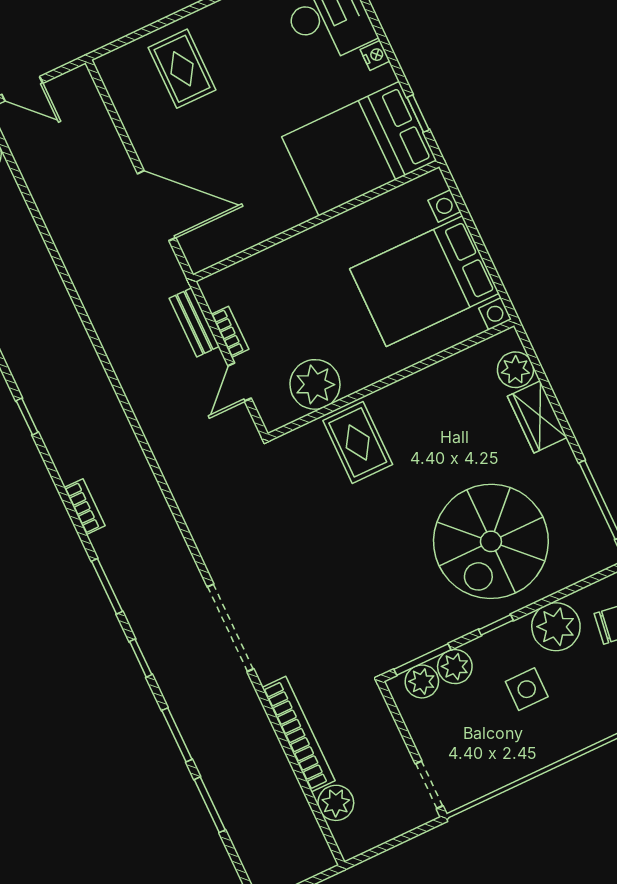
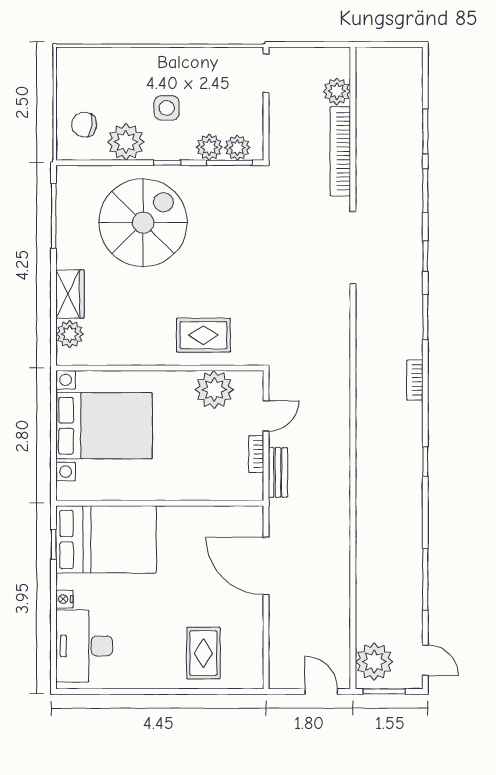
rug: (358, 442) -> (203, 335), turned 90

